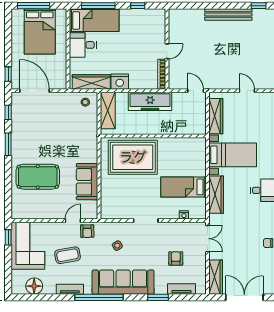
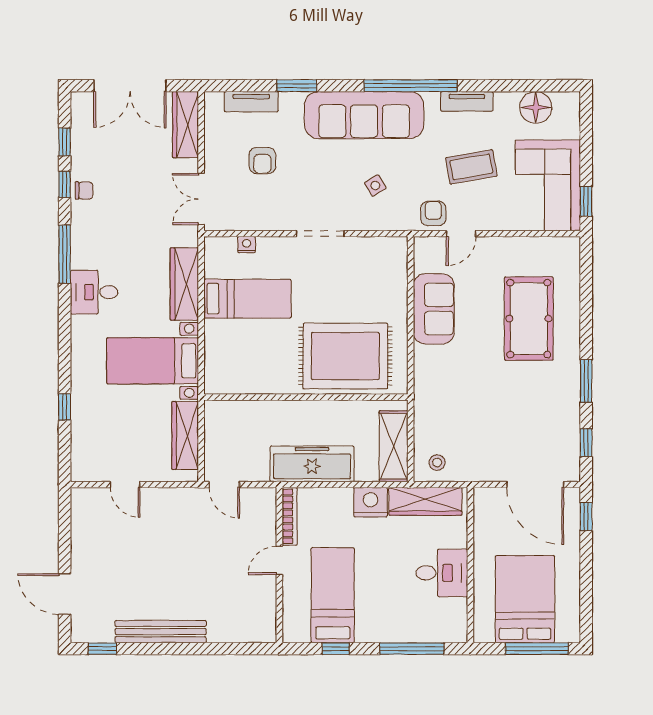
bed: (94, 20) -> (333, 595), moved, turned 90
pool table: (38, 177) -> (529, 319), turned 90

